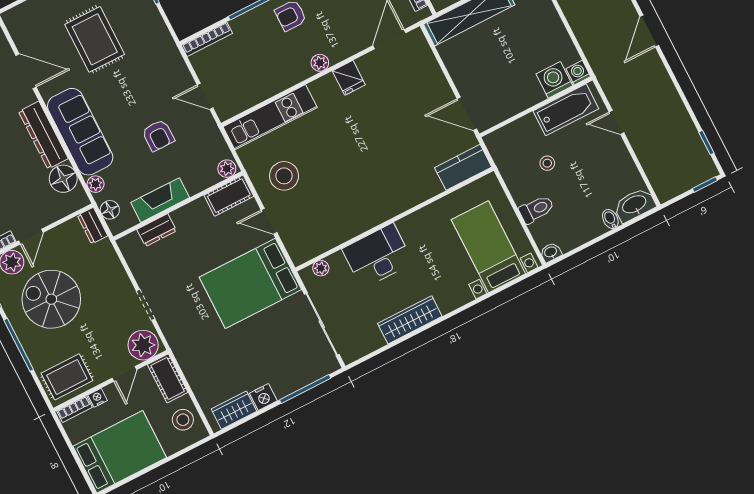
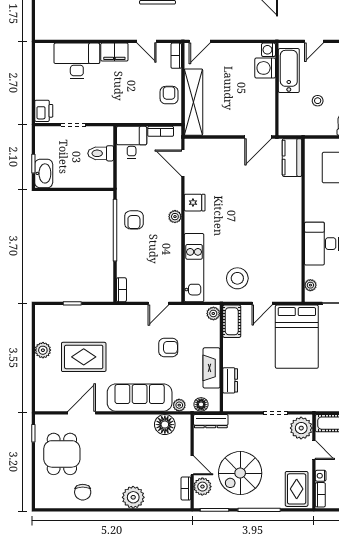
bookcase: (207, 39) -> (121, 290), width x0.64
dresser: (43, 135) -> (129, 423), removed
dresser: (93, 226) -> (211, 421), width x1.44

